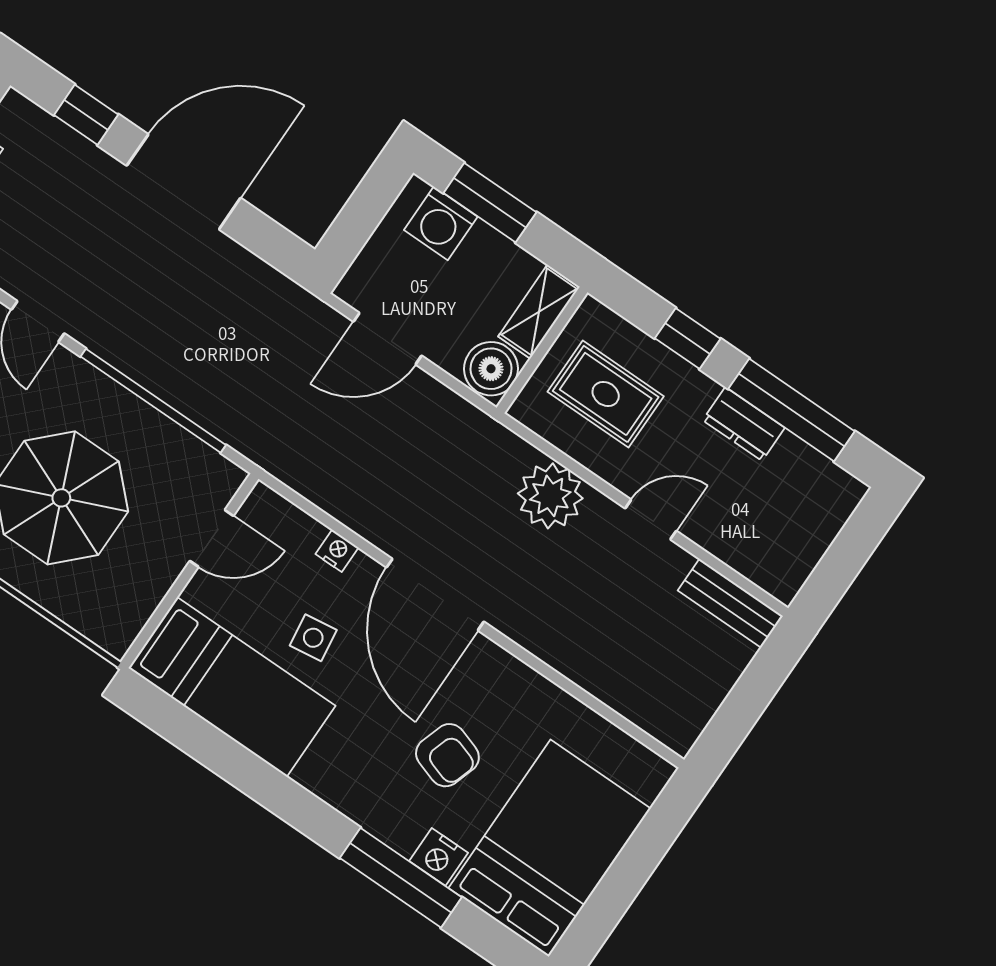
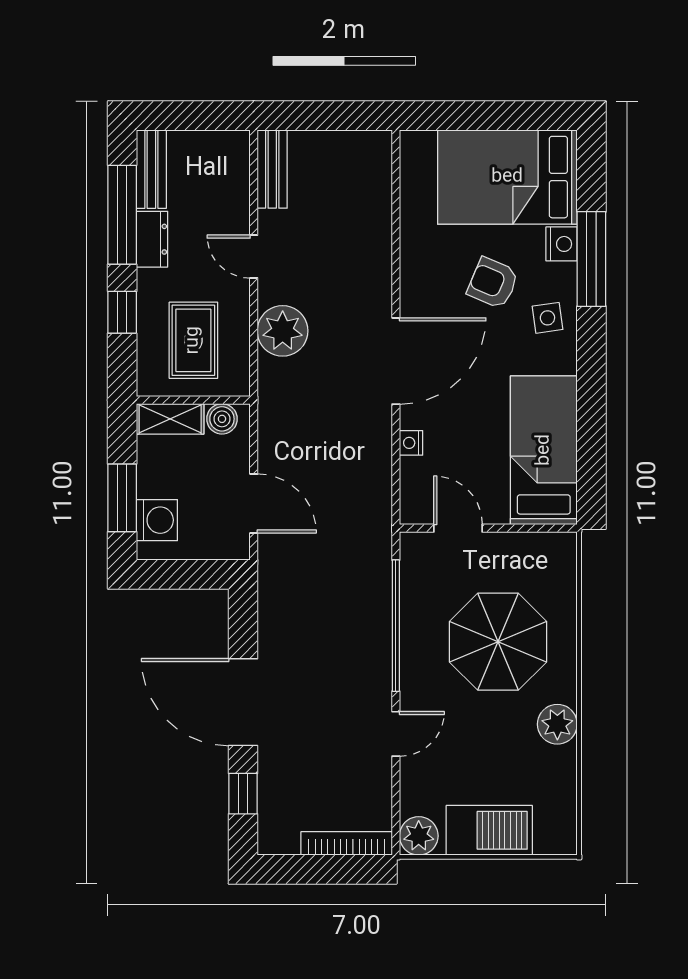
boiler: (491, 369) -> (222, 419), width x0.73, depth x0.73
bench: (819, 474) -> (151, 169), added
side table: (313, 638) -> (547, 318), moved
armchair: (447, 755) -> (493, 283), turned -85

